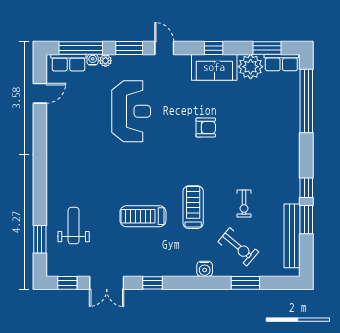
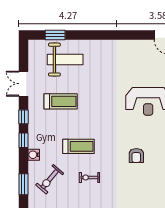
exercise bike: (244, 204) -> (89, 177), moved
treadmill: (143, 216) -> (61, 101), moved, turned 90
weight bench: (74, 226) -> (65, 60), width x1.36, depth x1.33
window: (67, 283) -> (23, 140), moved

